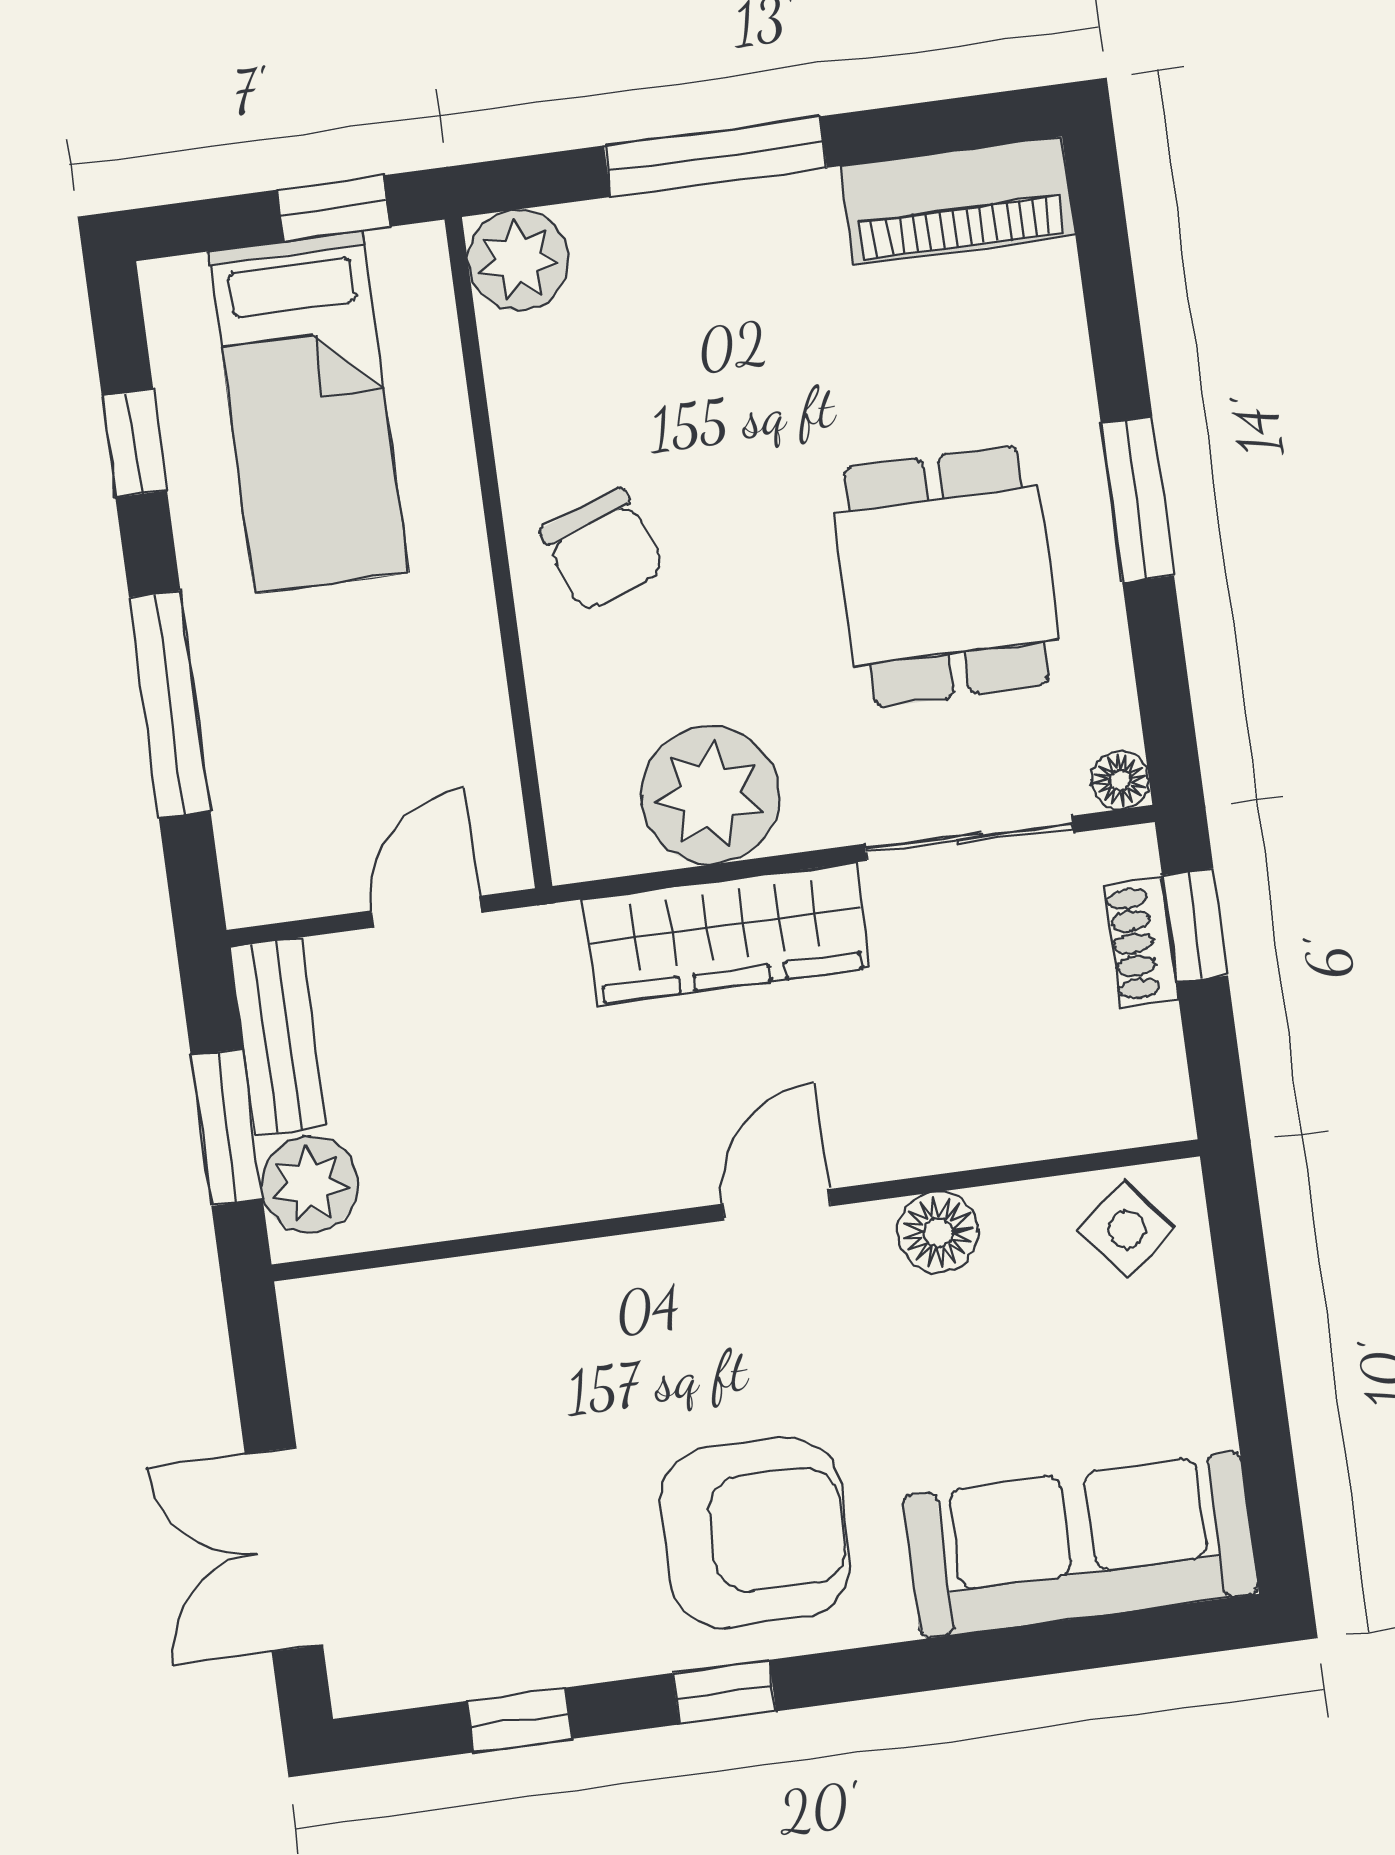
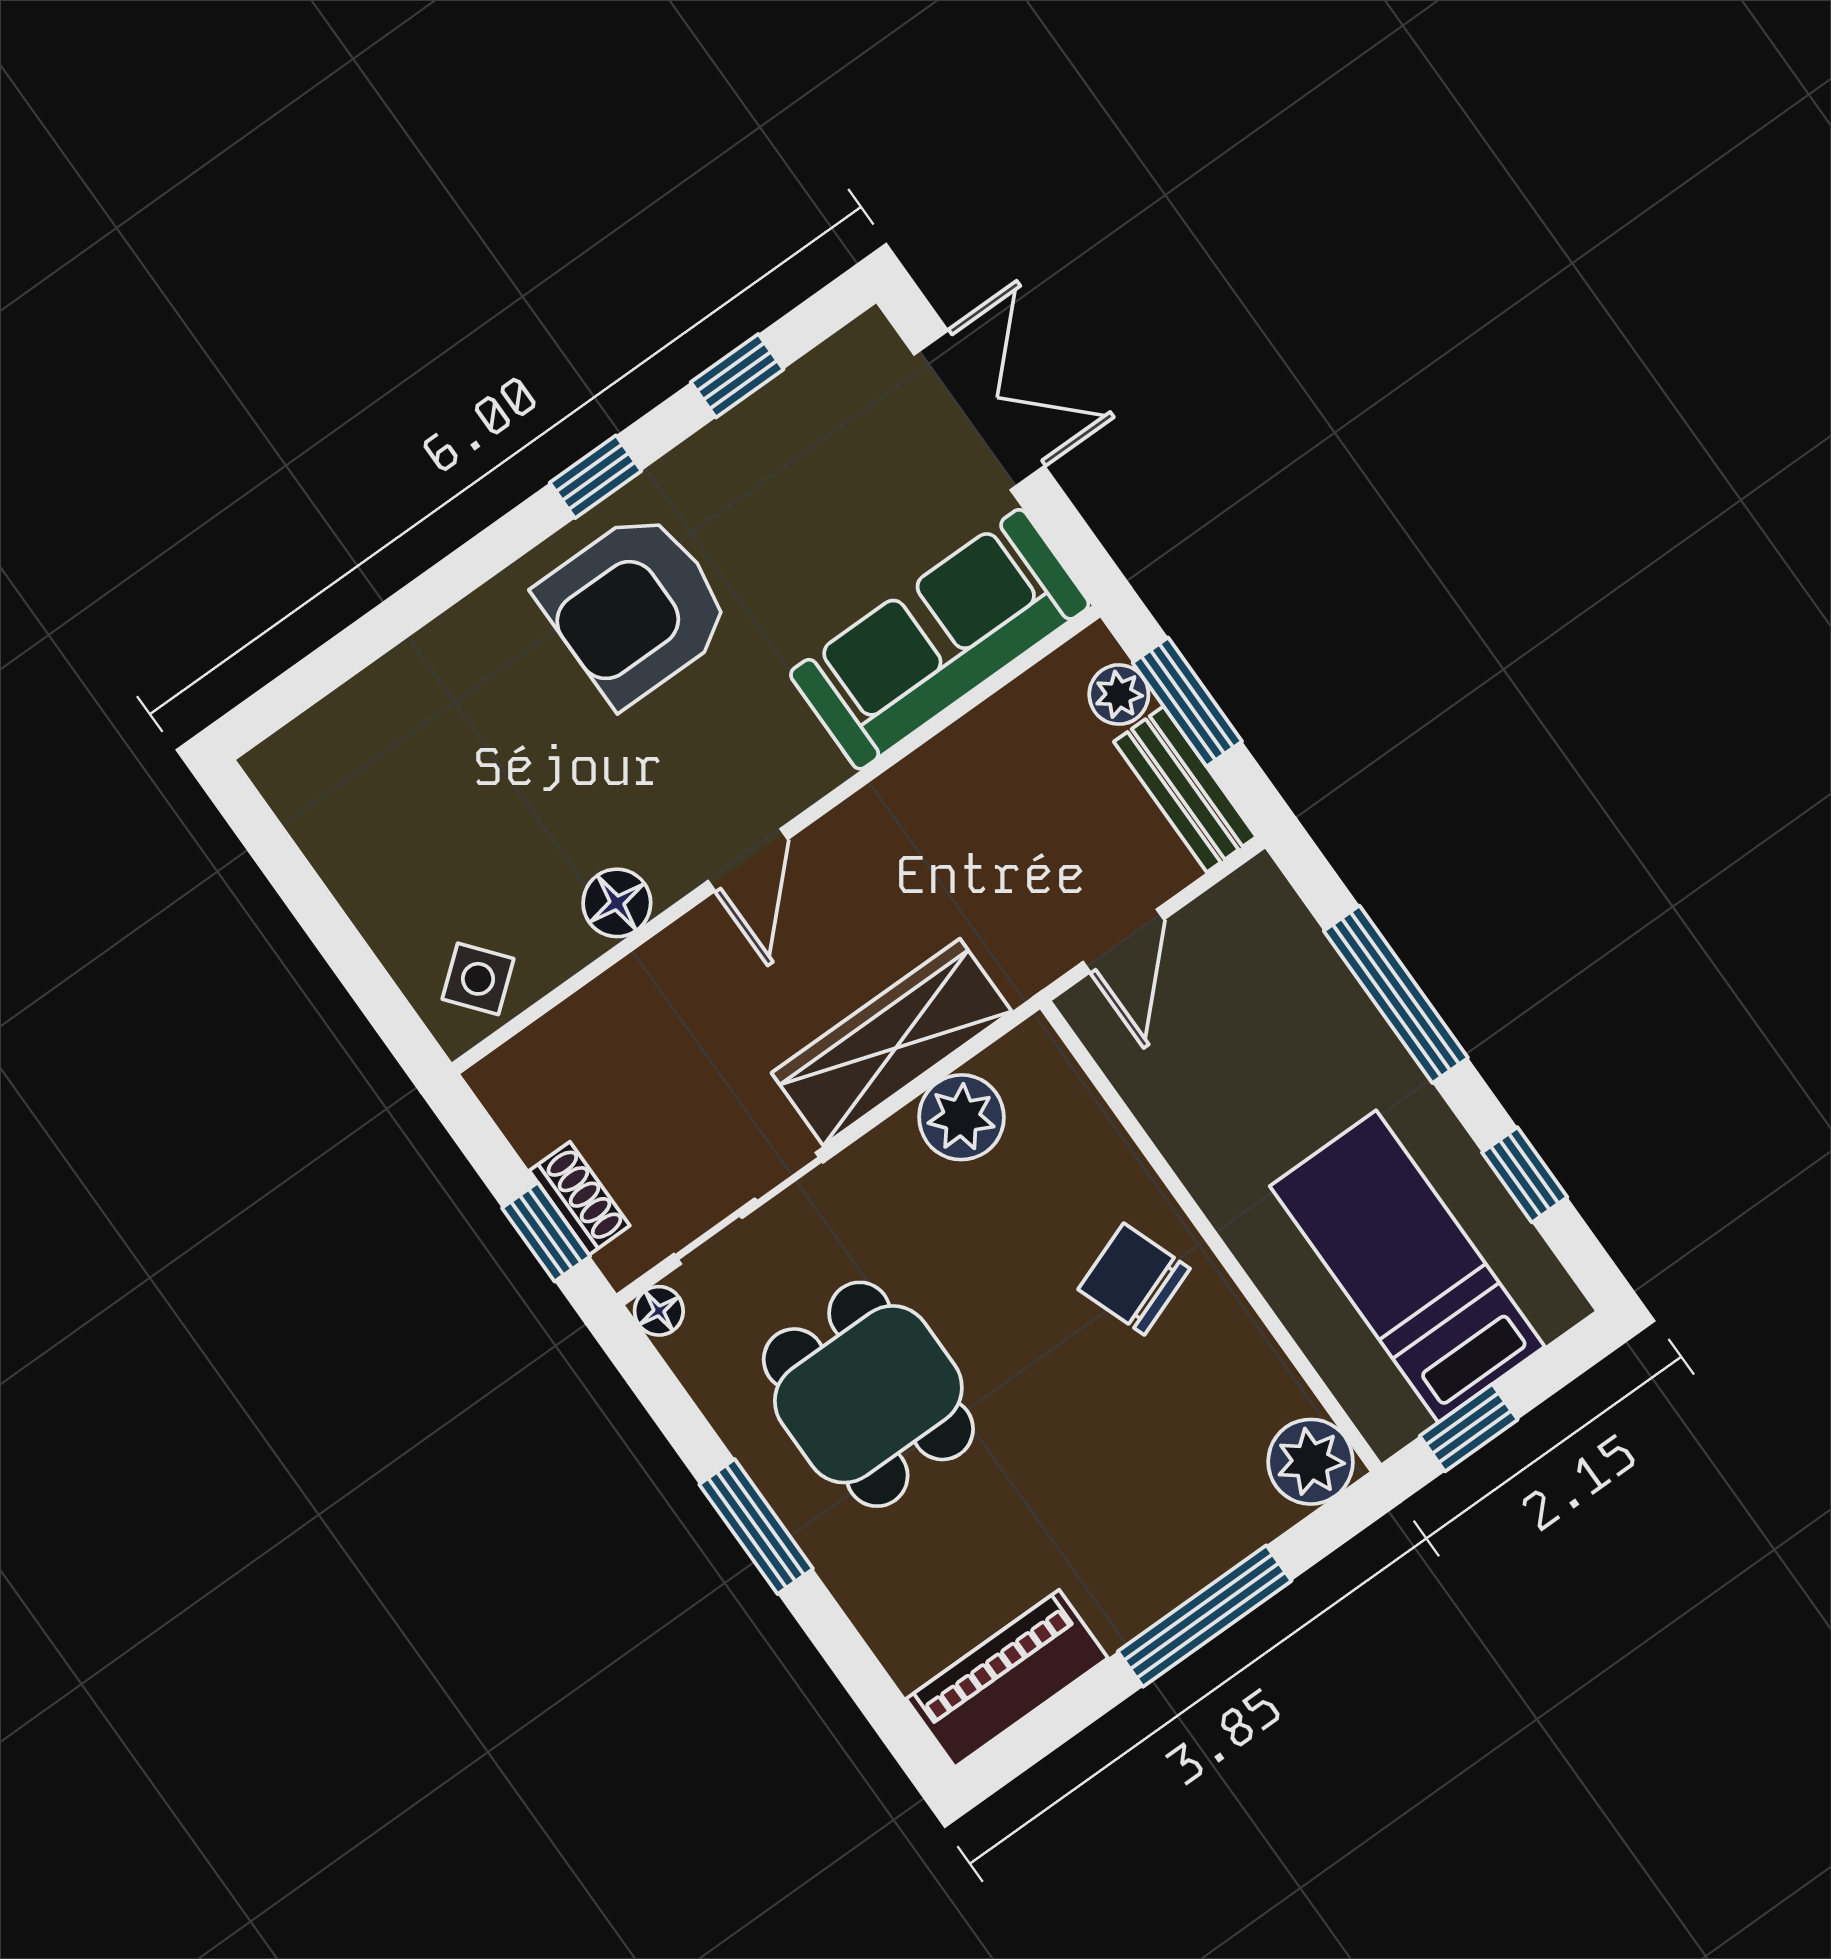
plant: (710, 795) -> (961, 1117), width x0.73, depth x0.73
plant: (310, 1184) -> (1119, 695), width x0.73, depth x0.73
sofa: (1081, 1545) -> (940, 639), moved, turned 180

